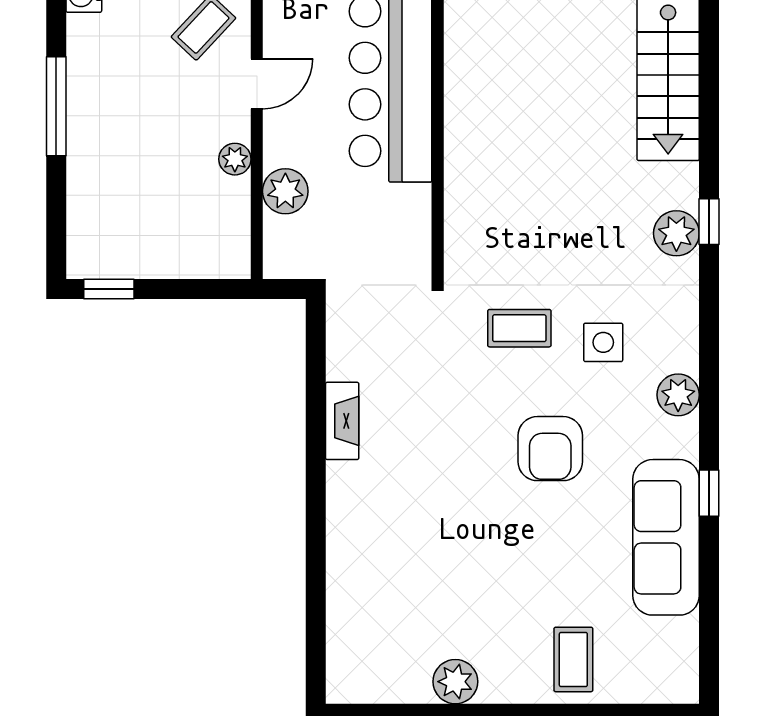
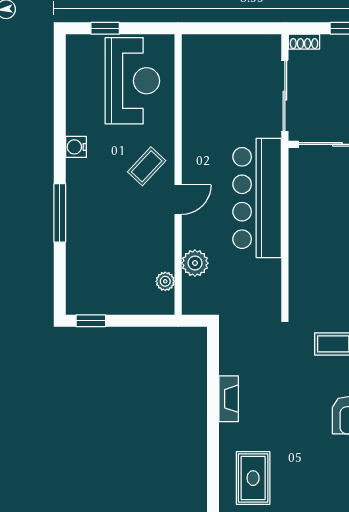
plant: (235, 159) -> (165, 281), moved
rug: (384, 555) -> (253, 478), added

